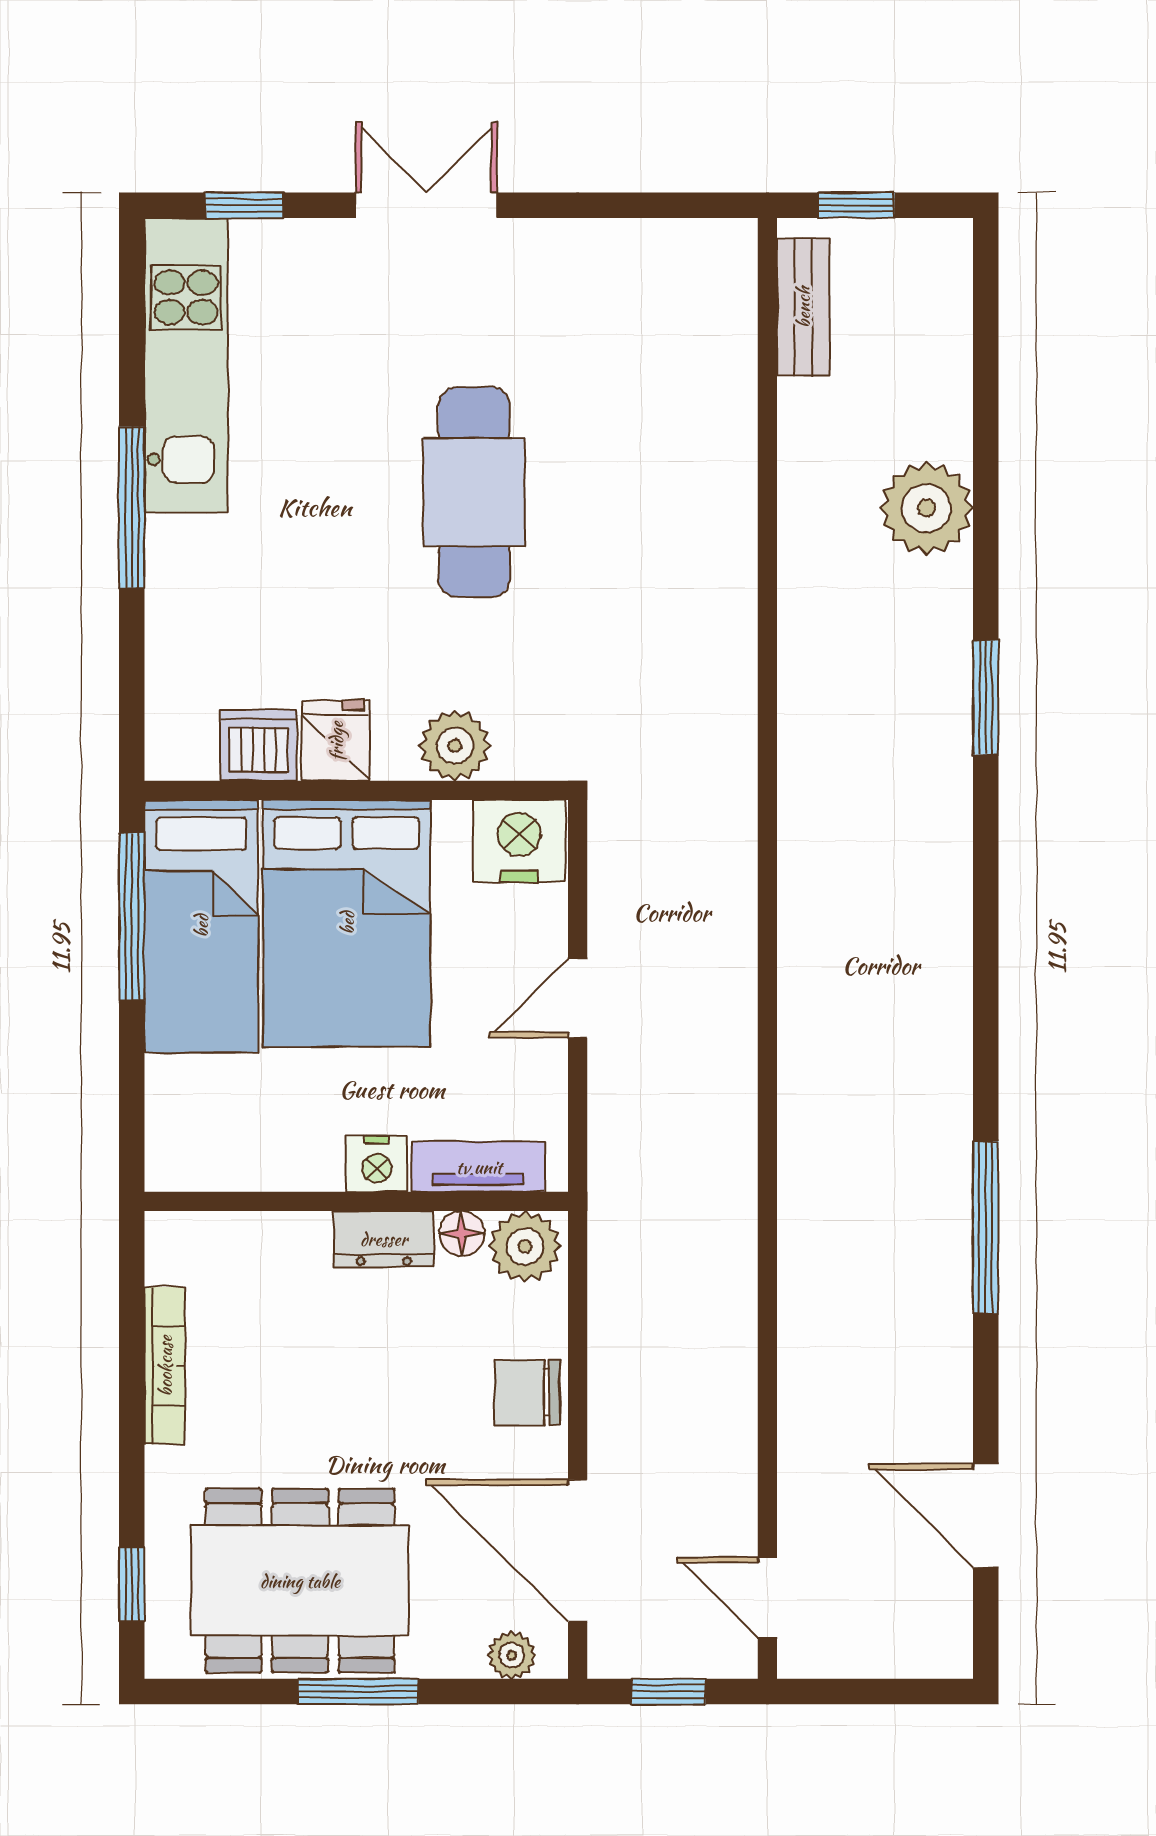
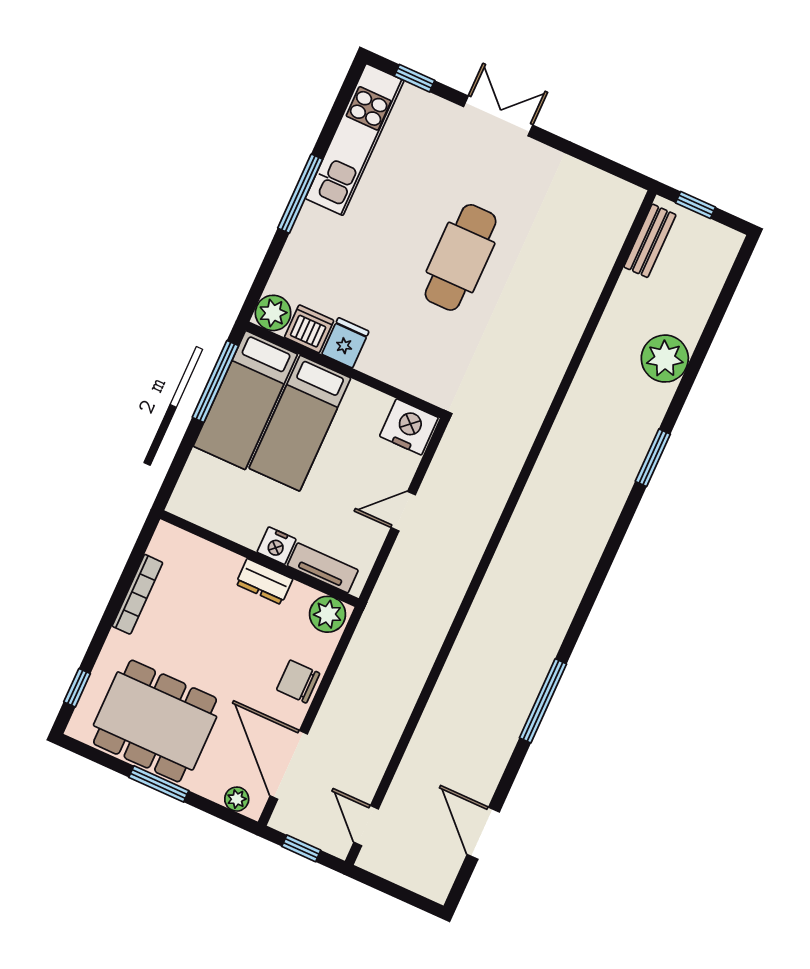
plant: (455, 746) -> (273, 313), moved
bed: (347, 923) -> (300, 423), width x0.67
floor lamp: (462, 1234) -> (301, 595), removed

